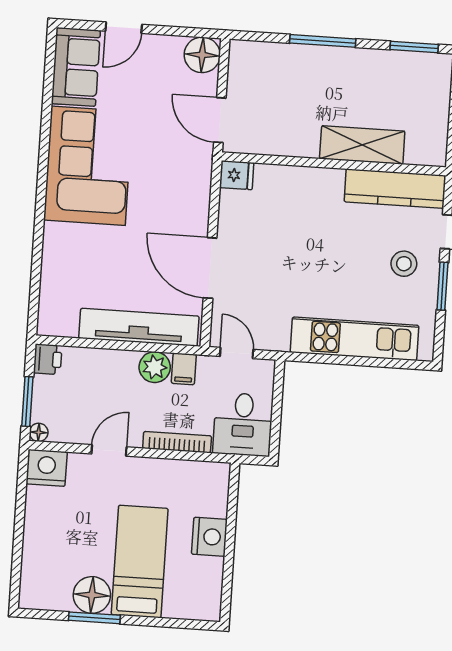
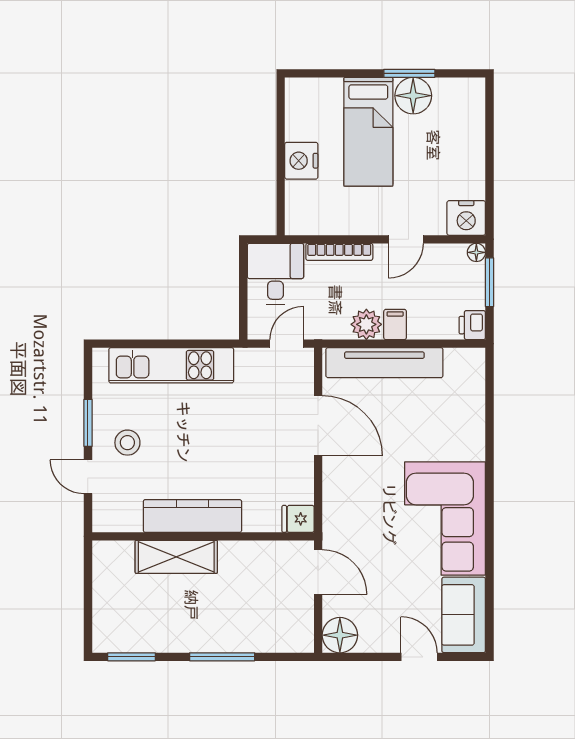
door: (124, 28) -> (419, 657), hinge flipped
kitchen counter: (395, 189) -> (192, 516), moved
door: (237, 353) -> (286, 344), swing flipped
filing cabinet: (184, 369) -> (395, 325), moved

